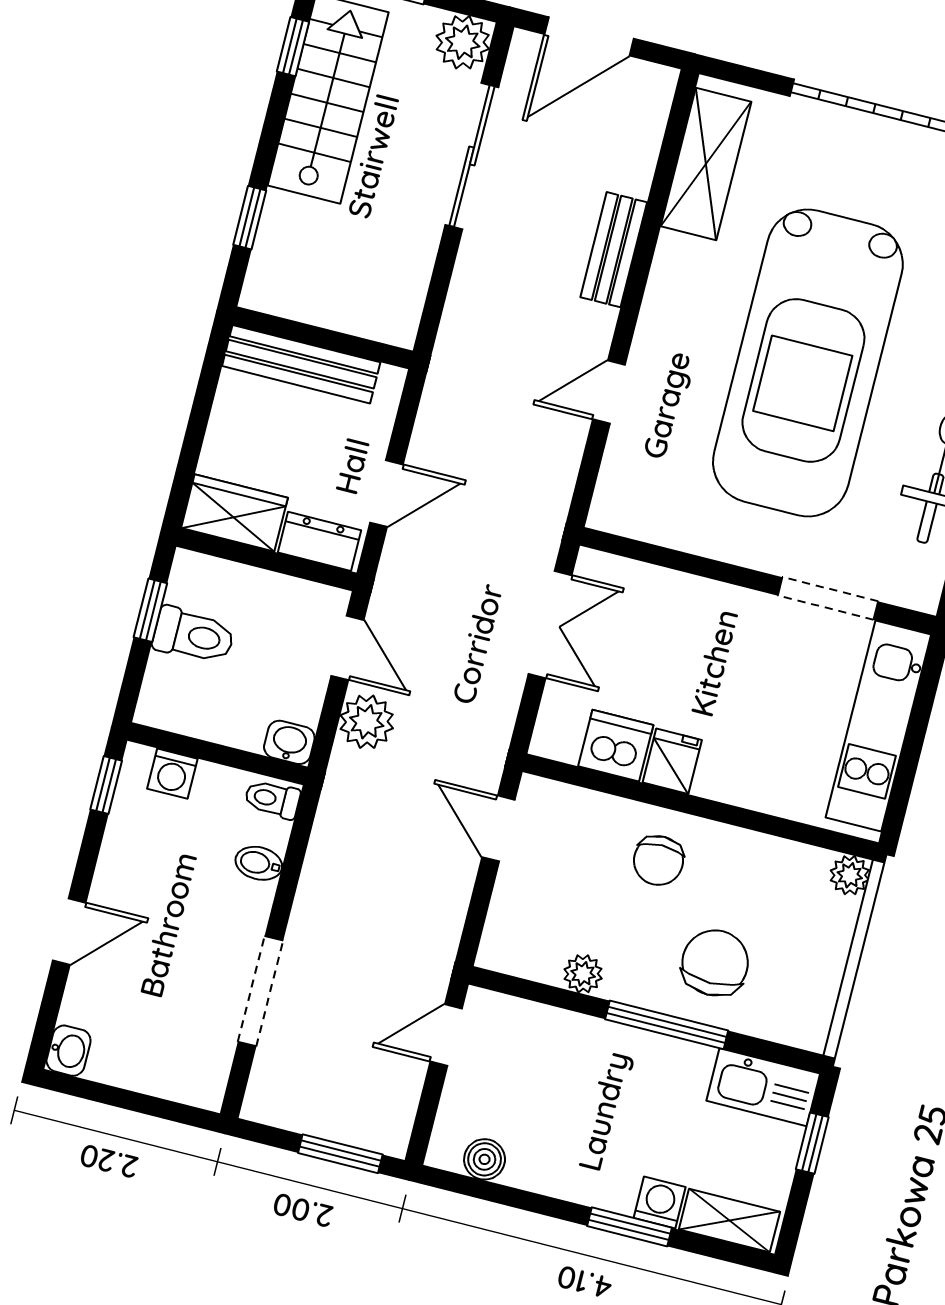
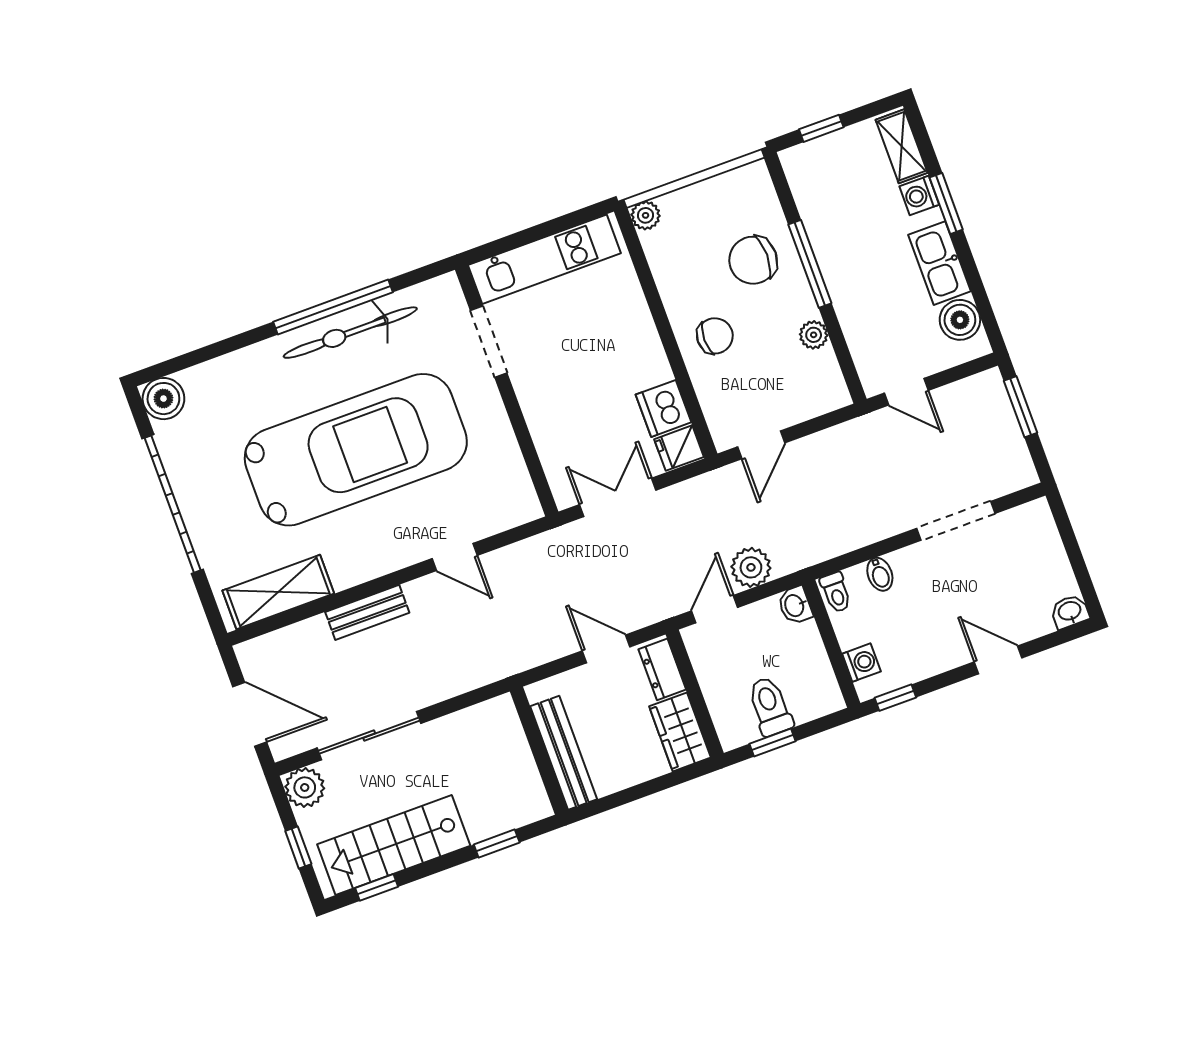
fridge: (672, 761) -> (679, 448), moved
kitchen sink: (763, 1087) -> (939, 263), moved, turned 180
boiler: (485, 1159) -> (960, 320), width x1.36, depth x1.36

